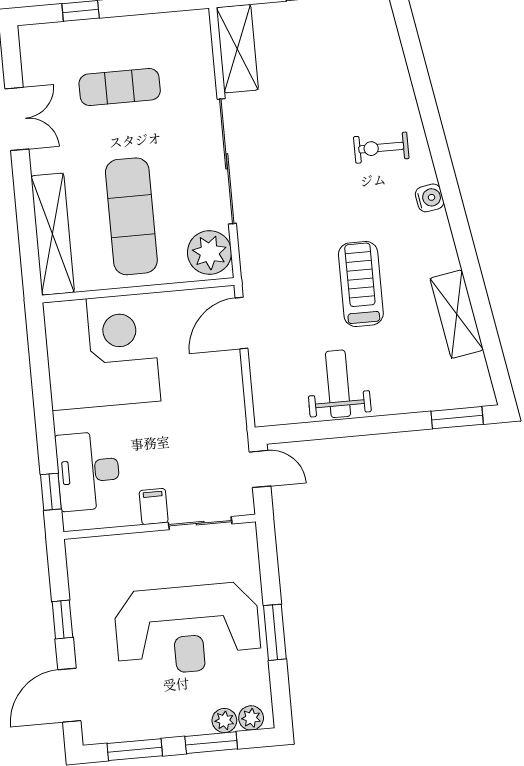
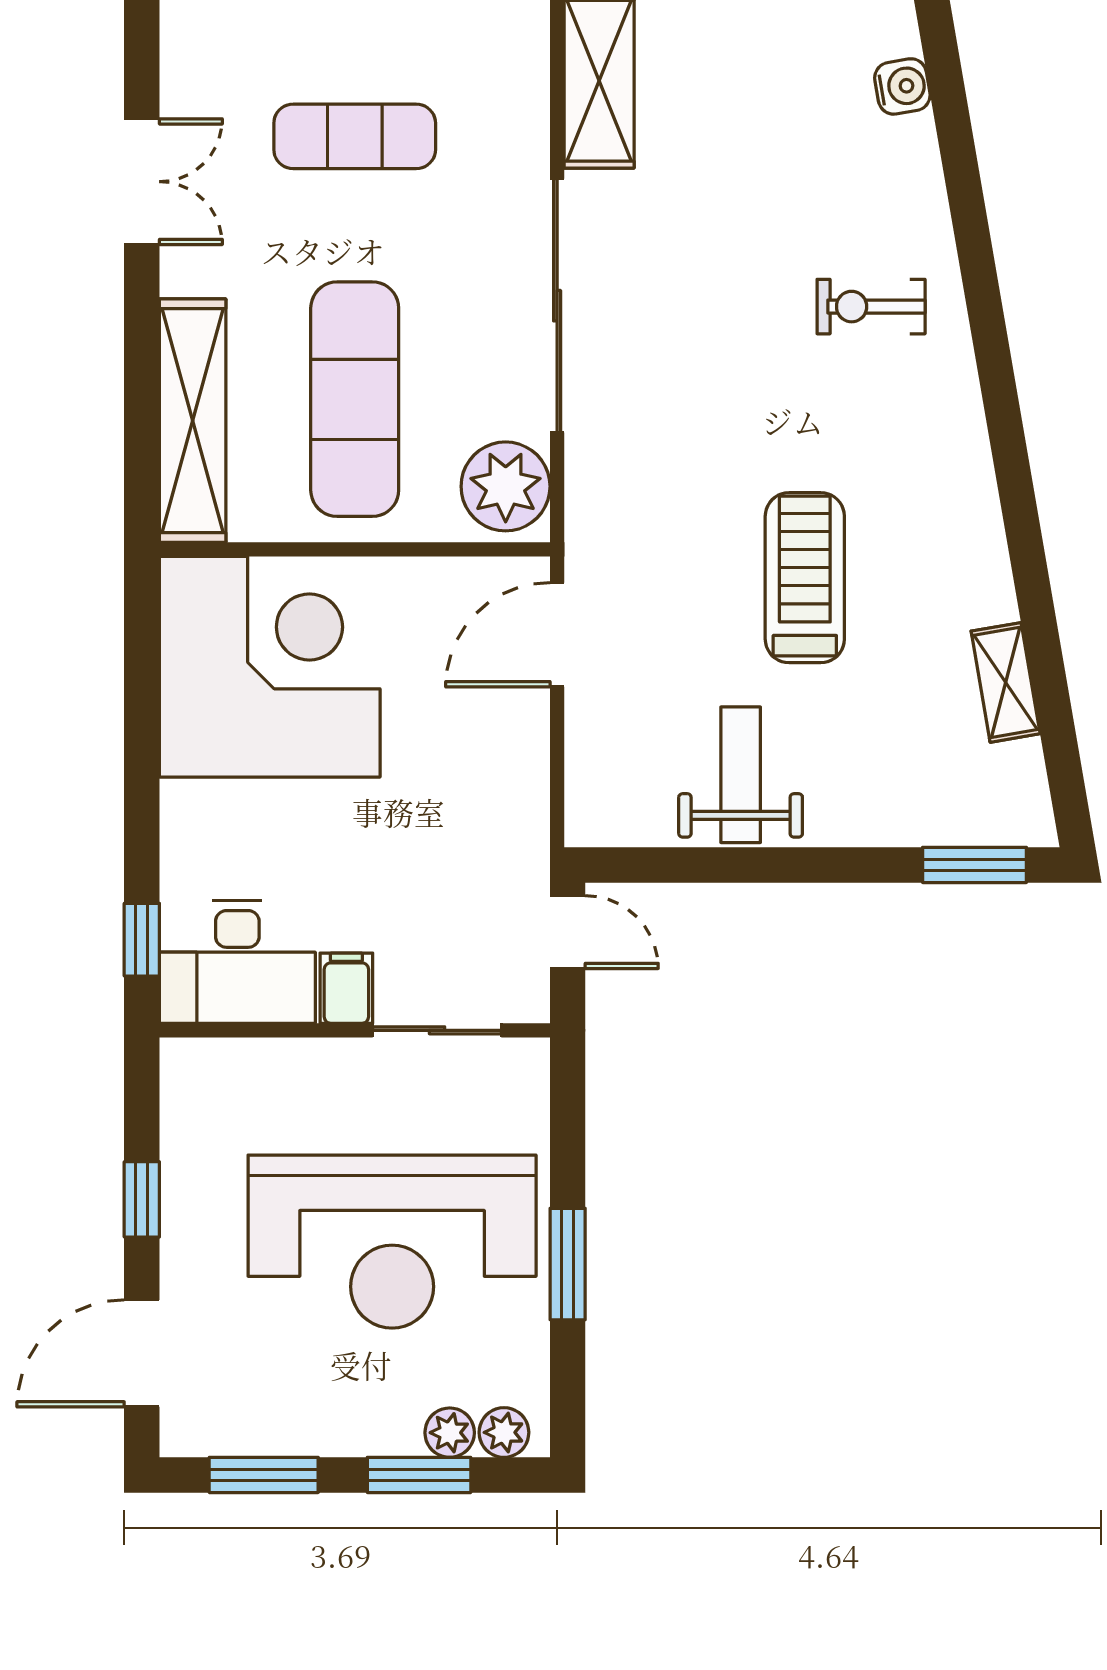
water cooler: (430, 198) -> (902, 86), moved
shelving: (457, 314) -> (1006, 682), width x0.67, depth x0.75
desk: (88, 471) -> (237, 962), moved, turned -90

